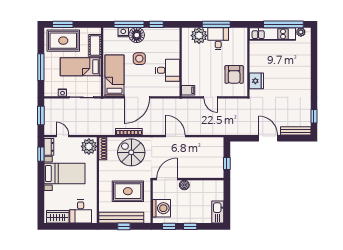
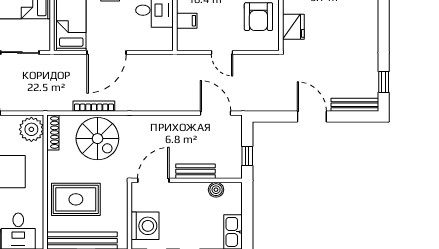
filing cabinet: (188, 90) -> (187, 21), moved
door: (175, 136) -> (216, 113), moved
spiral stairs: (131, 152) -> (97, 139), turned 180
bench: (194, 173) -> (196, 171), added
boiler: (184, 185) -> (216, 190), moved
rug: (128, 191) -> (76, 199), moved

